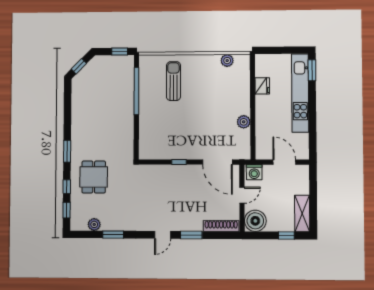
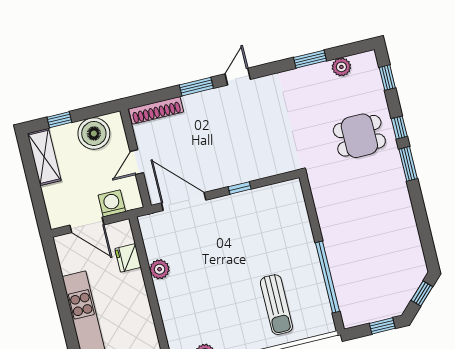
window: (120, 51) -> (382, 326), moved
fridge: (262, 86) -> (128, 258), moved
washing machine: (254, 172) -> (112, 203), moved
dining table: (94, 177) -> (359, 136), turned 90
window: (67, 187) -> (399, 128), moved
boiler: (255, 221) -> (94, 133), moved

